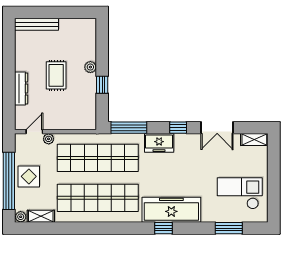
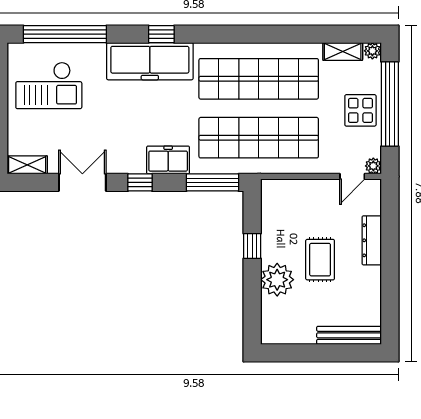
plant: (90, 67) -> (277, 280), width x1.87, depth x1.87
plant: (49, 139) -> (373, 166), moved
window: (229, 228) -> (65, 34), width x2.11

